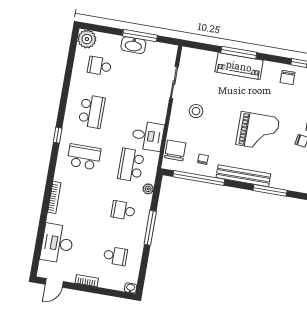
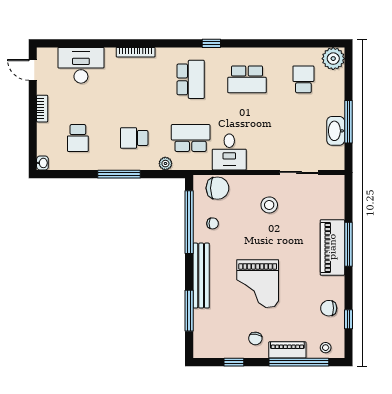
washbasin: (133, 45) -> (336, 131), moved
school desk: (123, 210) -> (134, 138), turned -90

